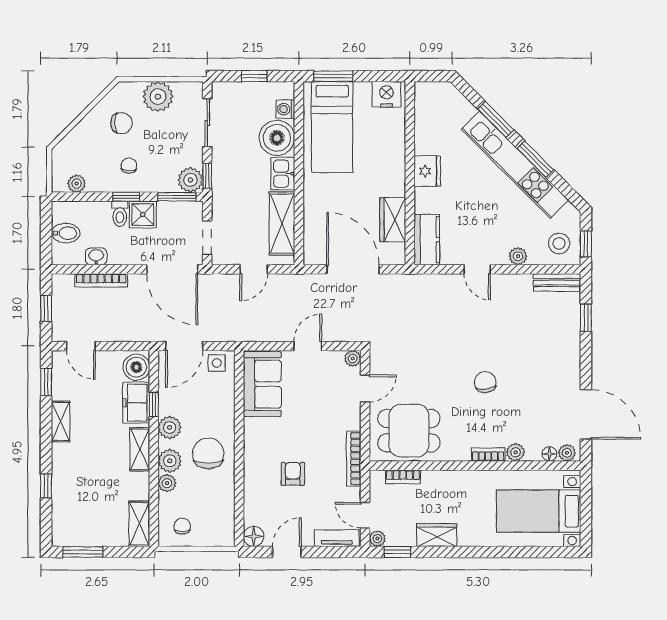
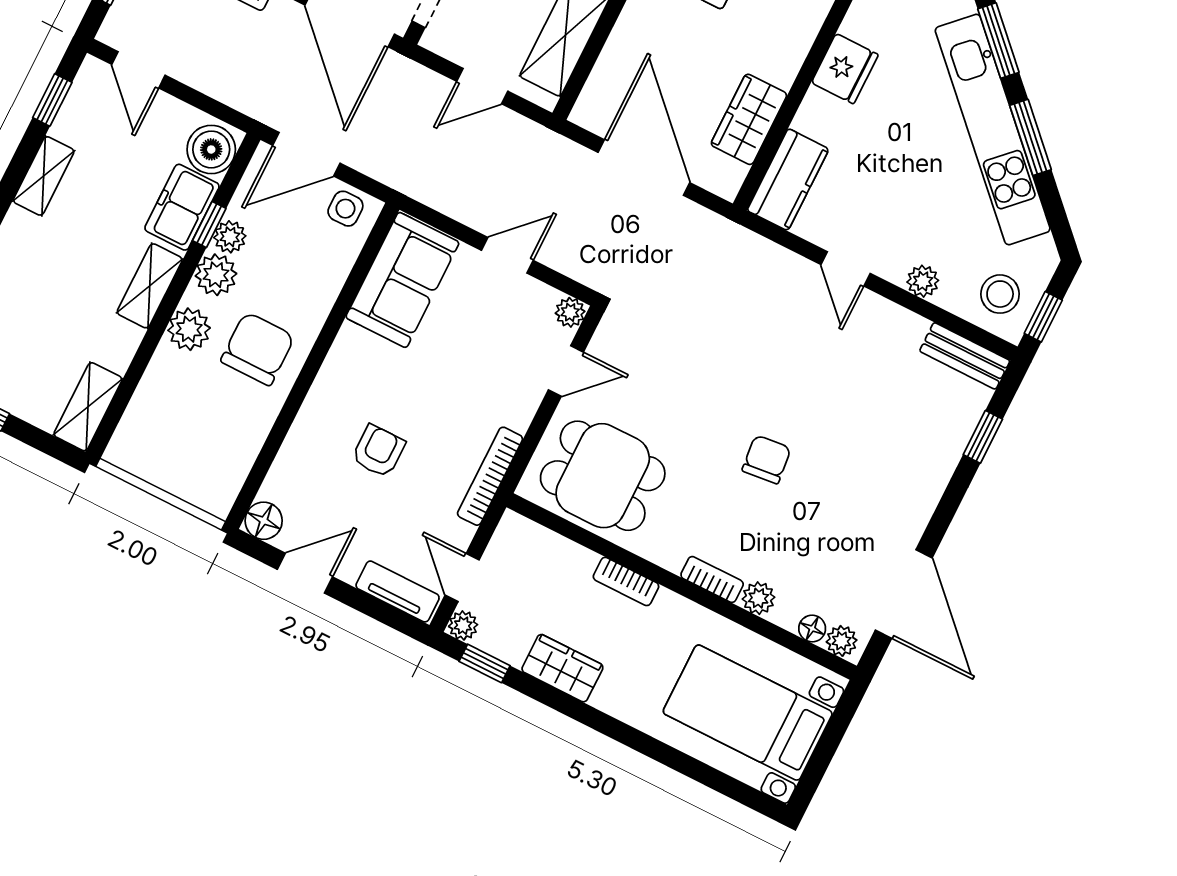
bookcase: (403, 477) -> (626, 581), moved
plant: (167, 483) -> (230, 237), moved
chair: (182, 526) -> (156, 446), removed

